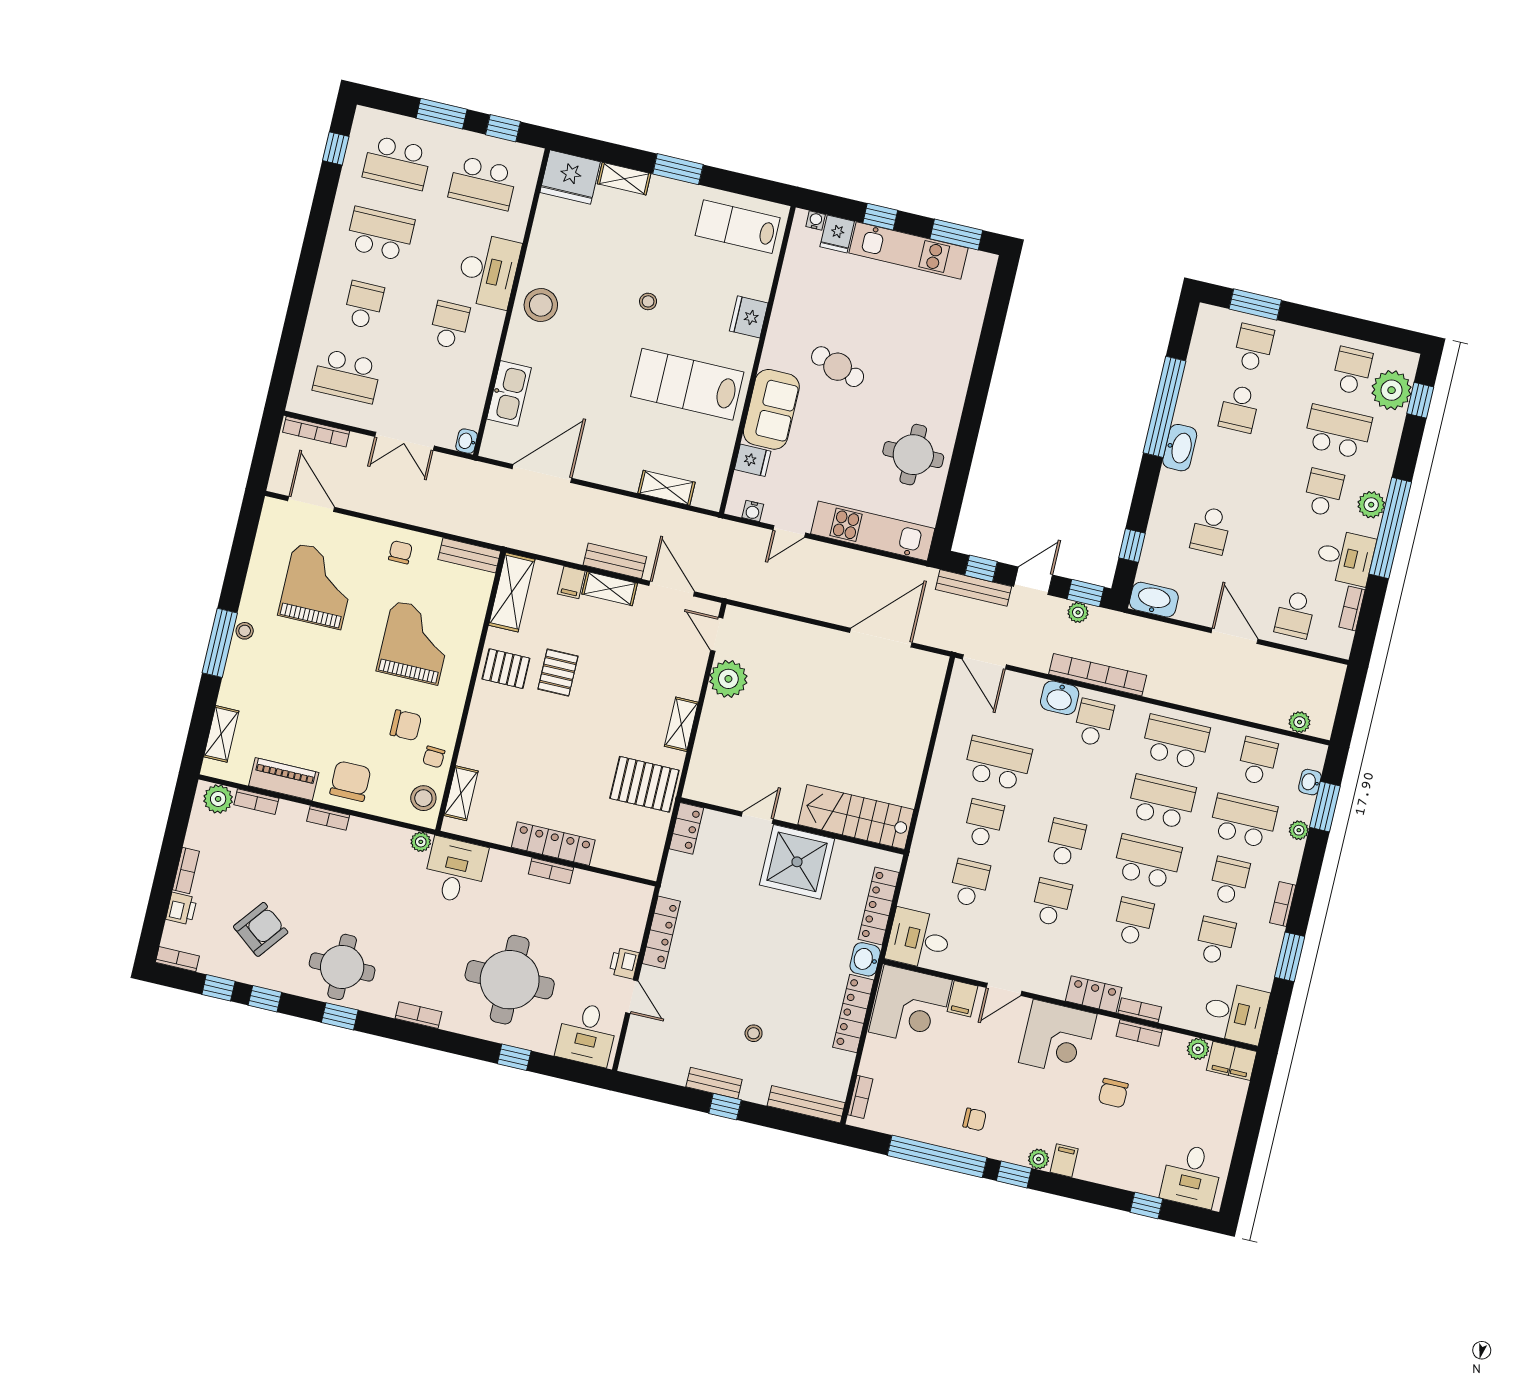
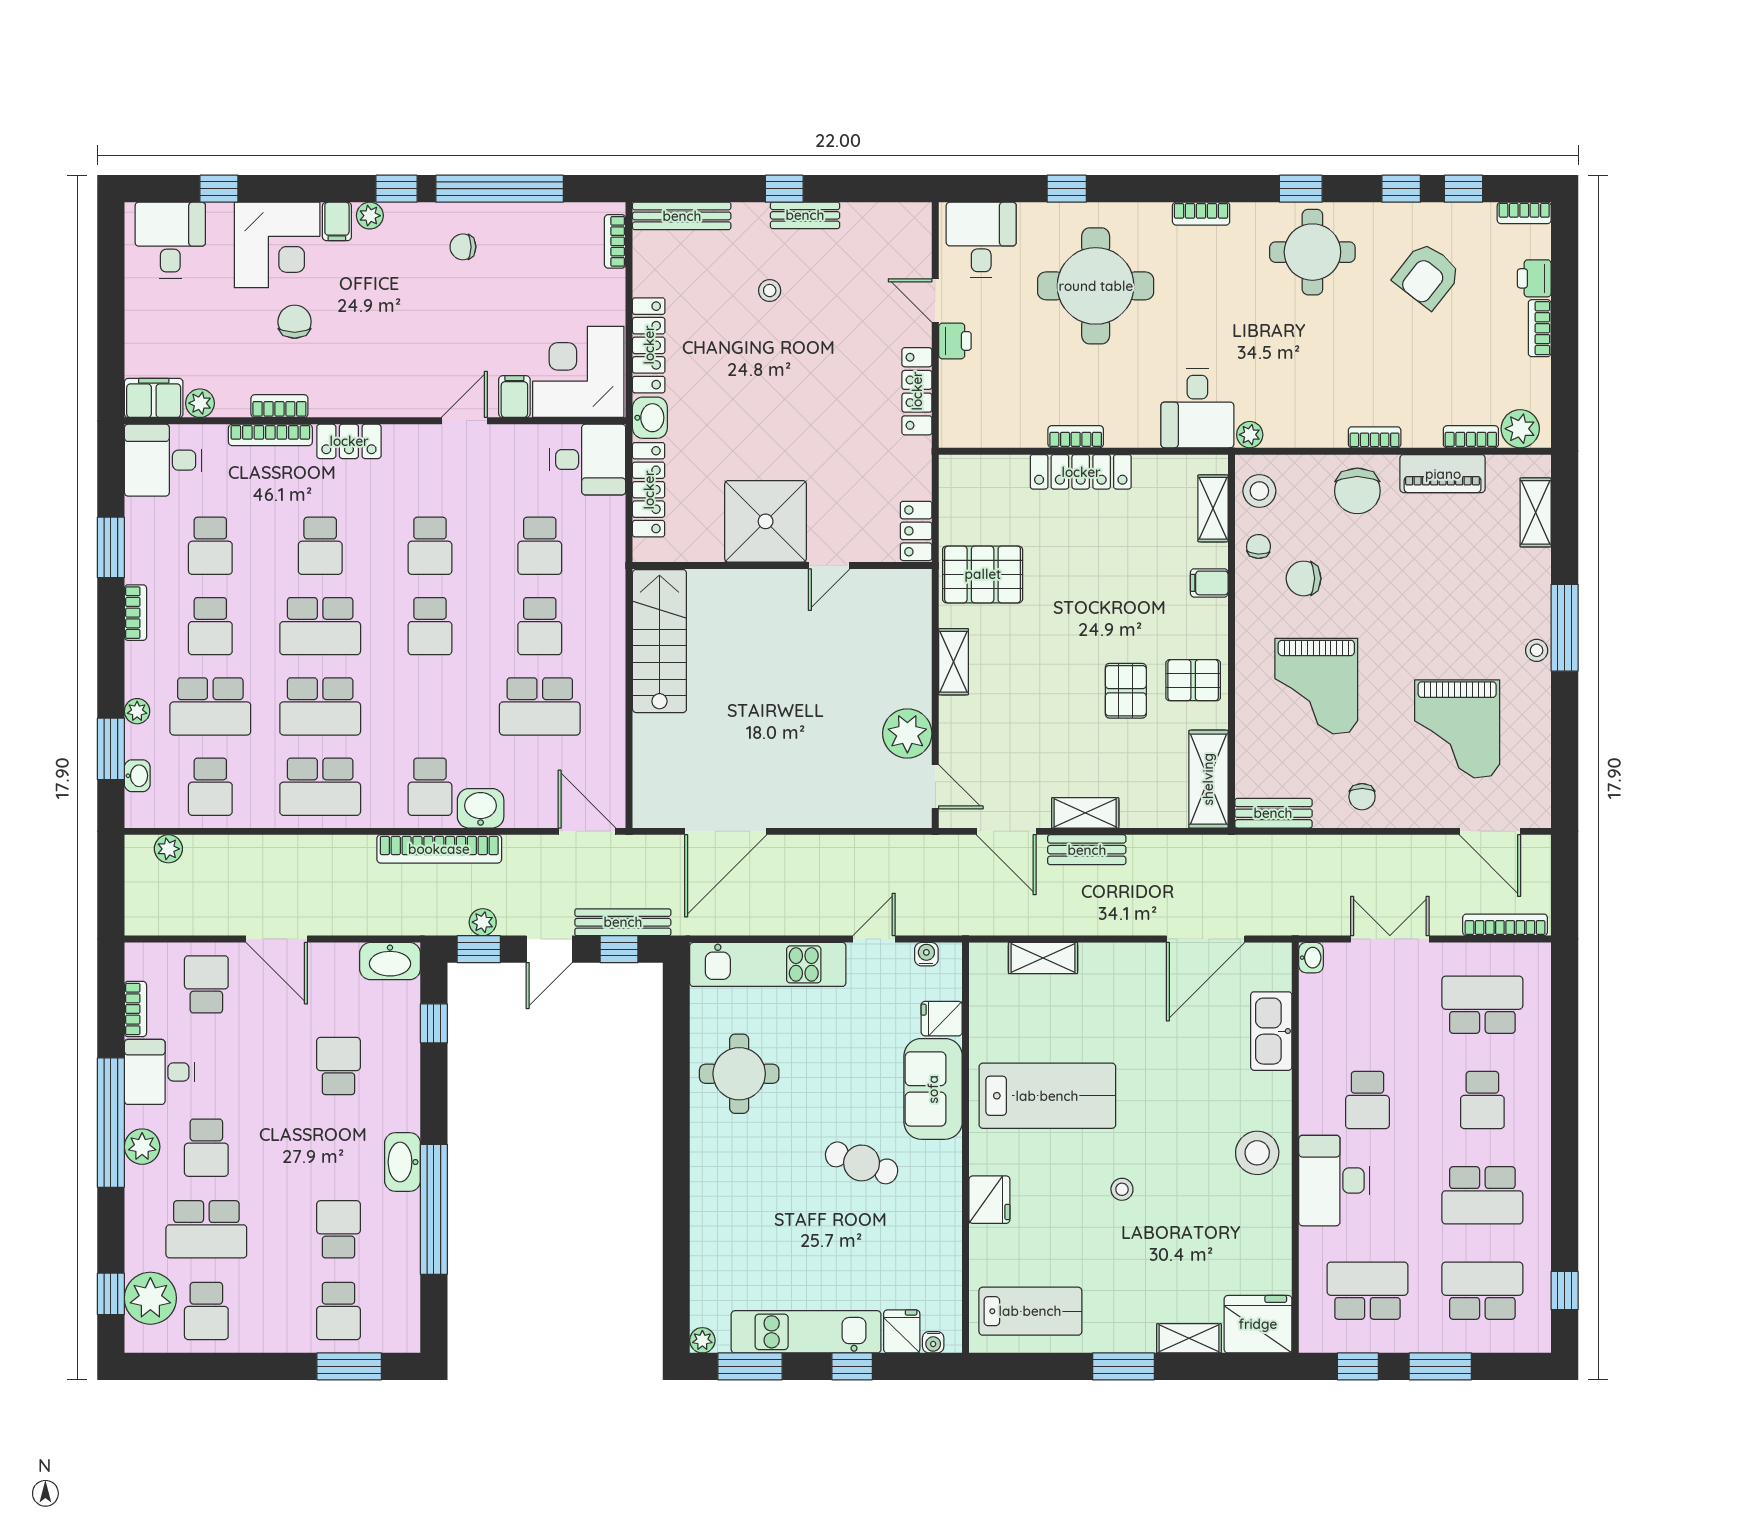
plant: (987, 262) -> (702, 1340), added
filing cabinet: (571, 582) -> (1209, 583), moved, turned -90
stairs: (856, 817) -> (659, 641), moved, turned -90
bookcase: (1140, 1010) -> (270, 435), width x1.56
corner desk: (1058, 1038) -> (277, 245), moved, turned 180

